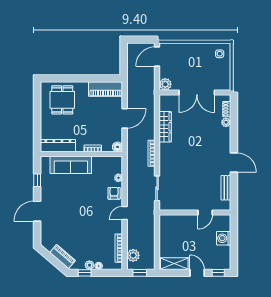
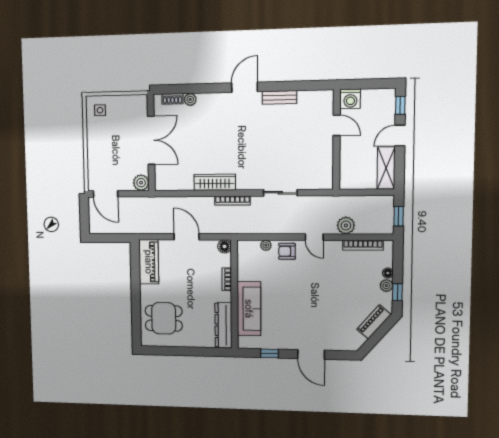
wardrobe: (165, 127) -> (215, 182), moved
wall: (195, 212) -> (337, 140), moved
door: (205, 212) -> (337, 125), moved
plant: (133, 255) -> (346, 225), moved

